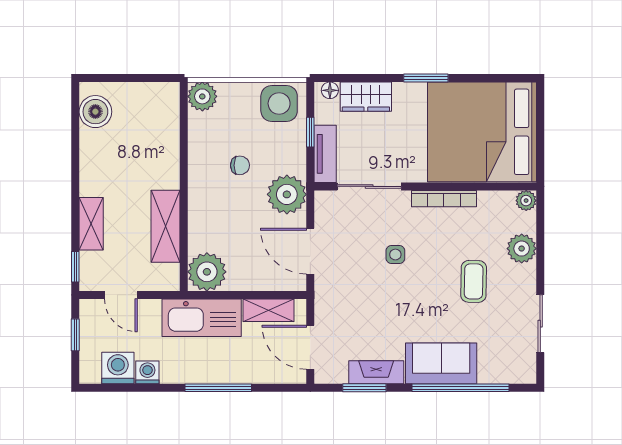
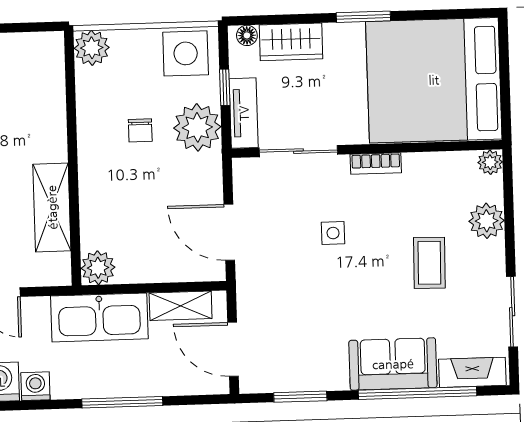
chair: (240, 165) -> (140, 130), turned 90
plant: (287, 194) -> (197, 127), moved
bookcase: (444, 199) -> (376, 163), width x0.64
plant: (207, 272) -> (98, 268), width x0.73, depth x0.73
fireplace: (376, 372) -> (472, 372), moved

